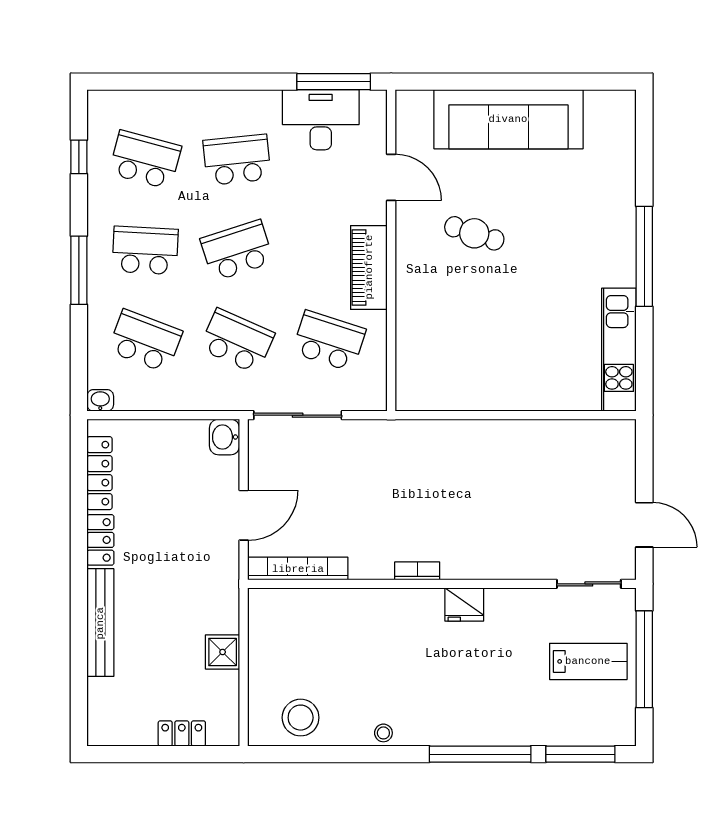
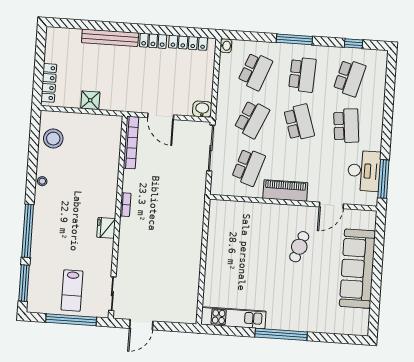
locker: (182, 733) -> (49, 83), width x1.53

